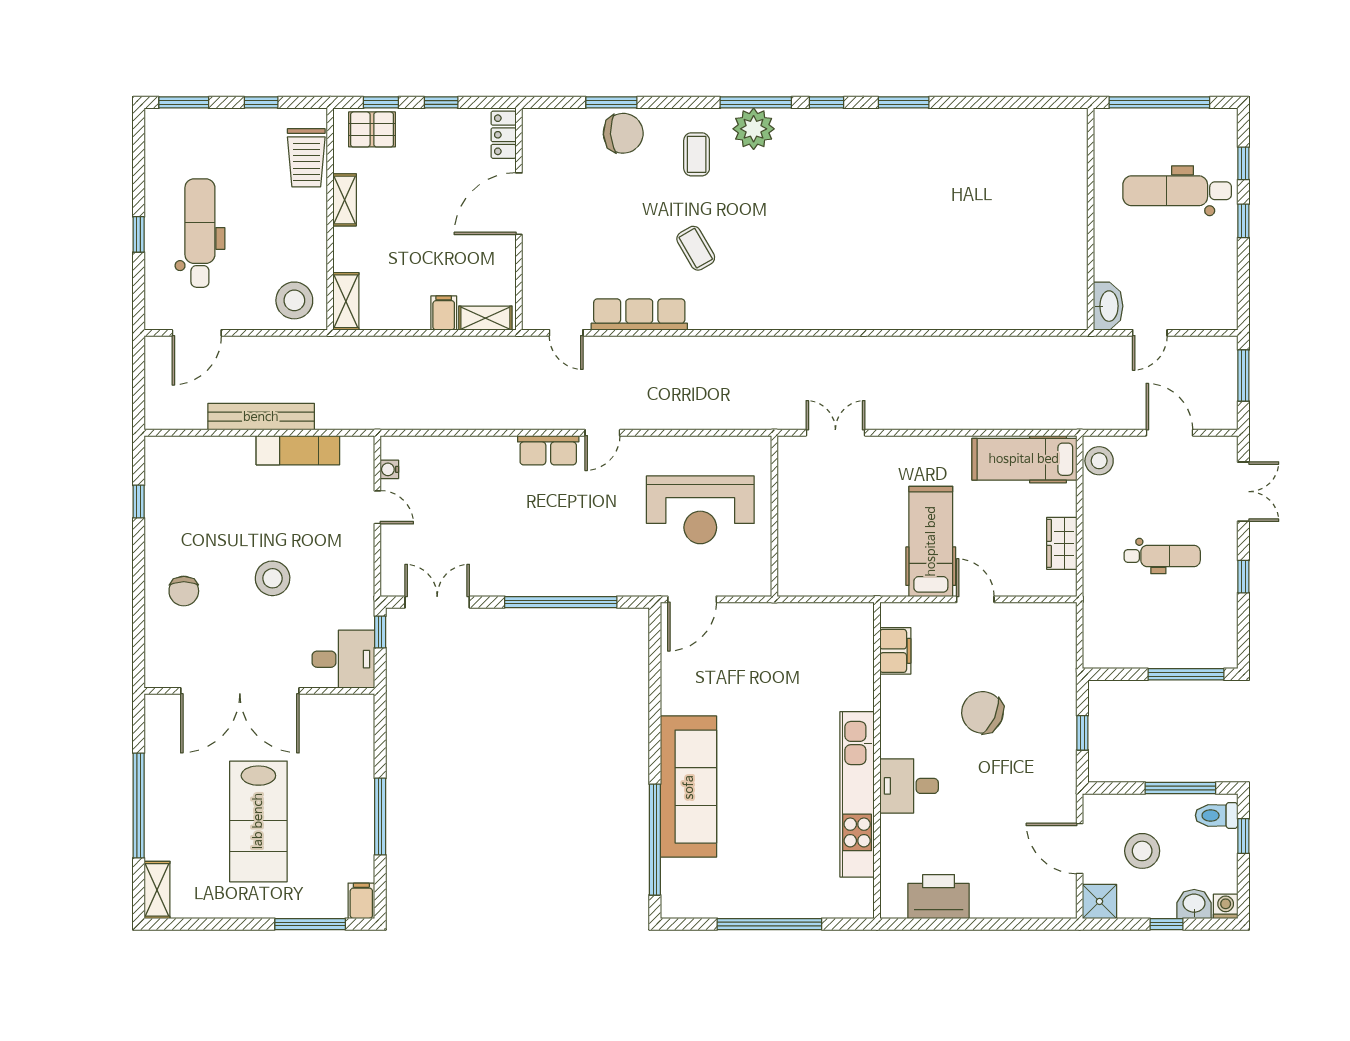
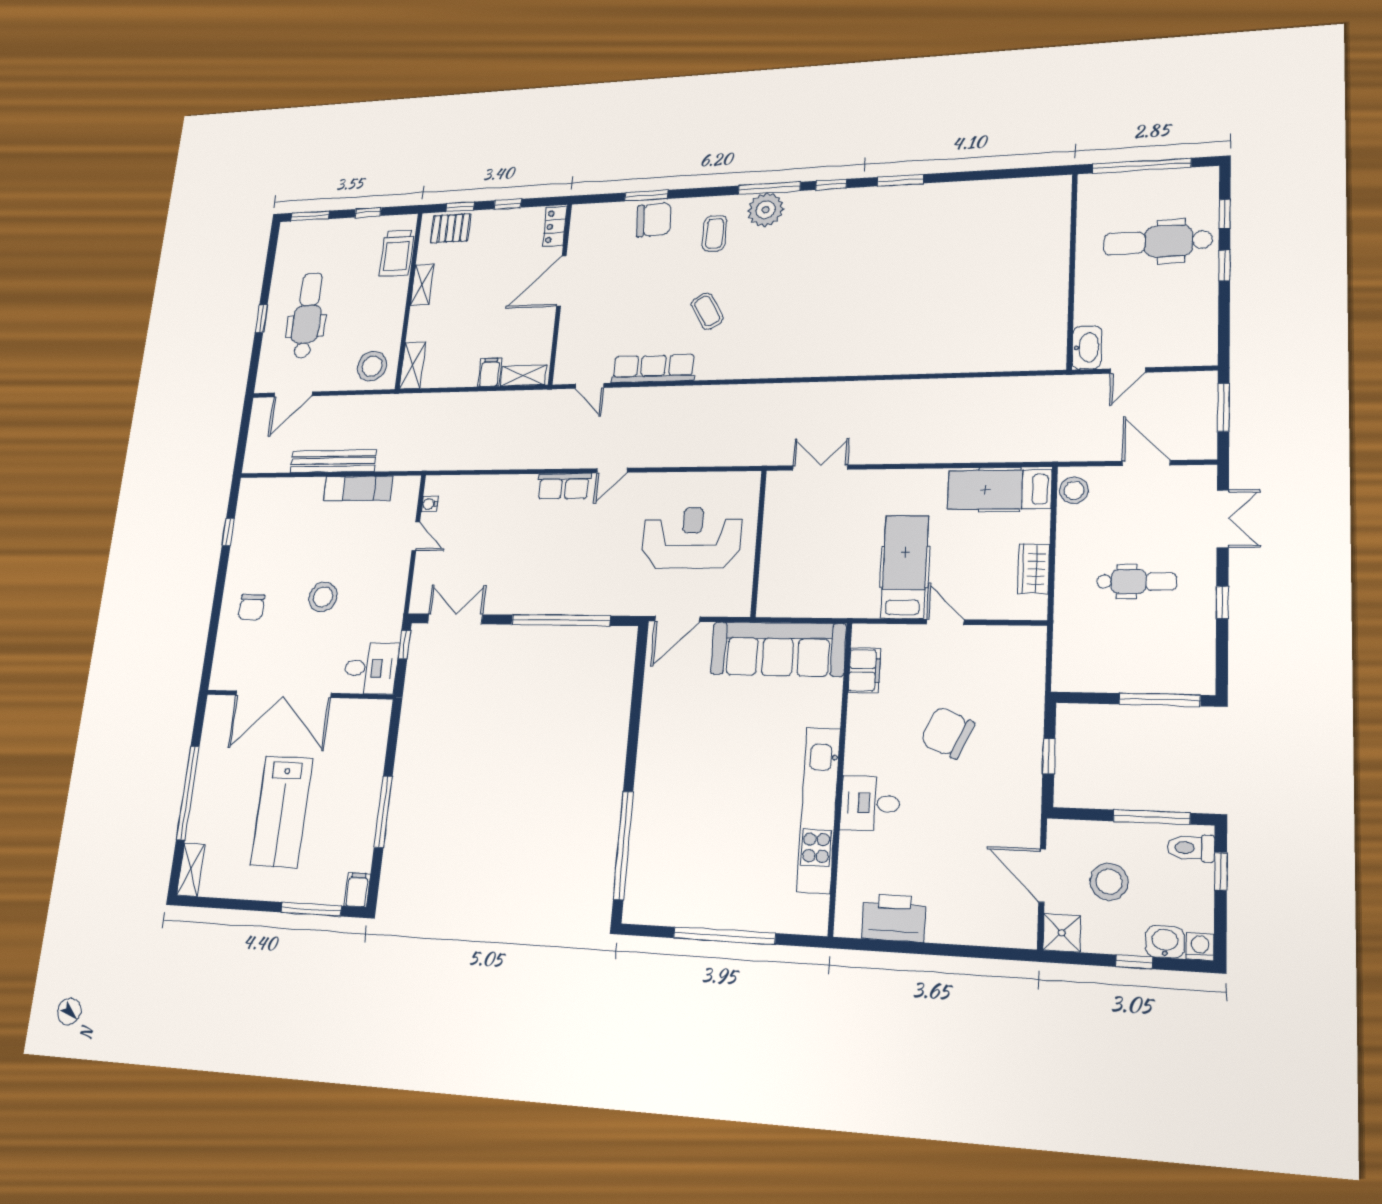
reception desk: (700, 510) -> (692, 538), turned 180
sofa: (689, 787) -> (778, 649), moved, turned 90

